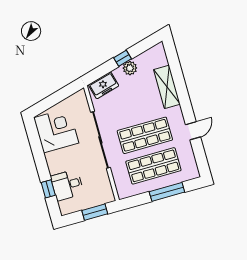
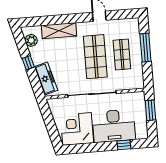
plant: (130, 68) -> (31, 40), moved
freezer: (104, 85) -> (46, 78), width x1.40
shop shelf: (153, 166) -> (122, 55), width x0.70, depth x0.74
desk: (67, 185) -> (114, 126), width x1.87, depth x1.30

